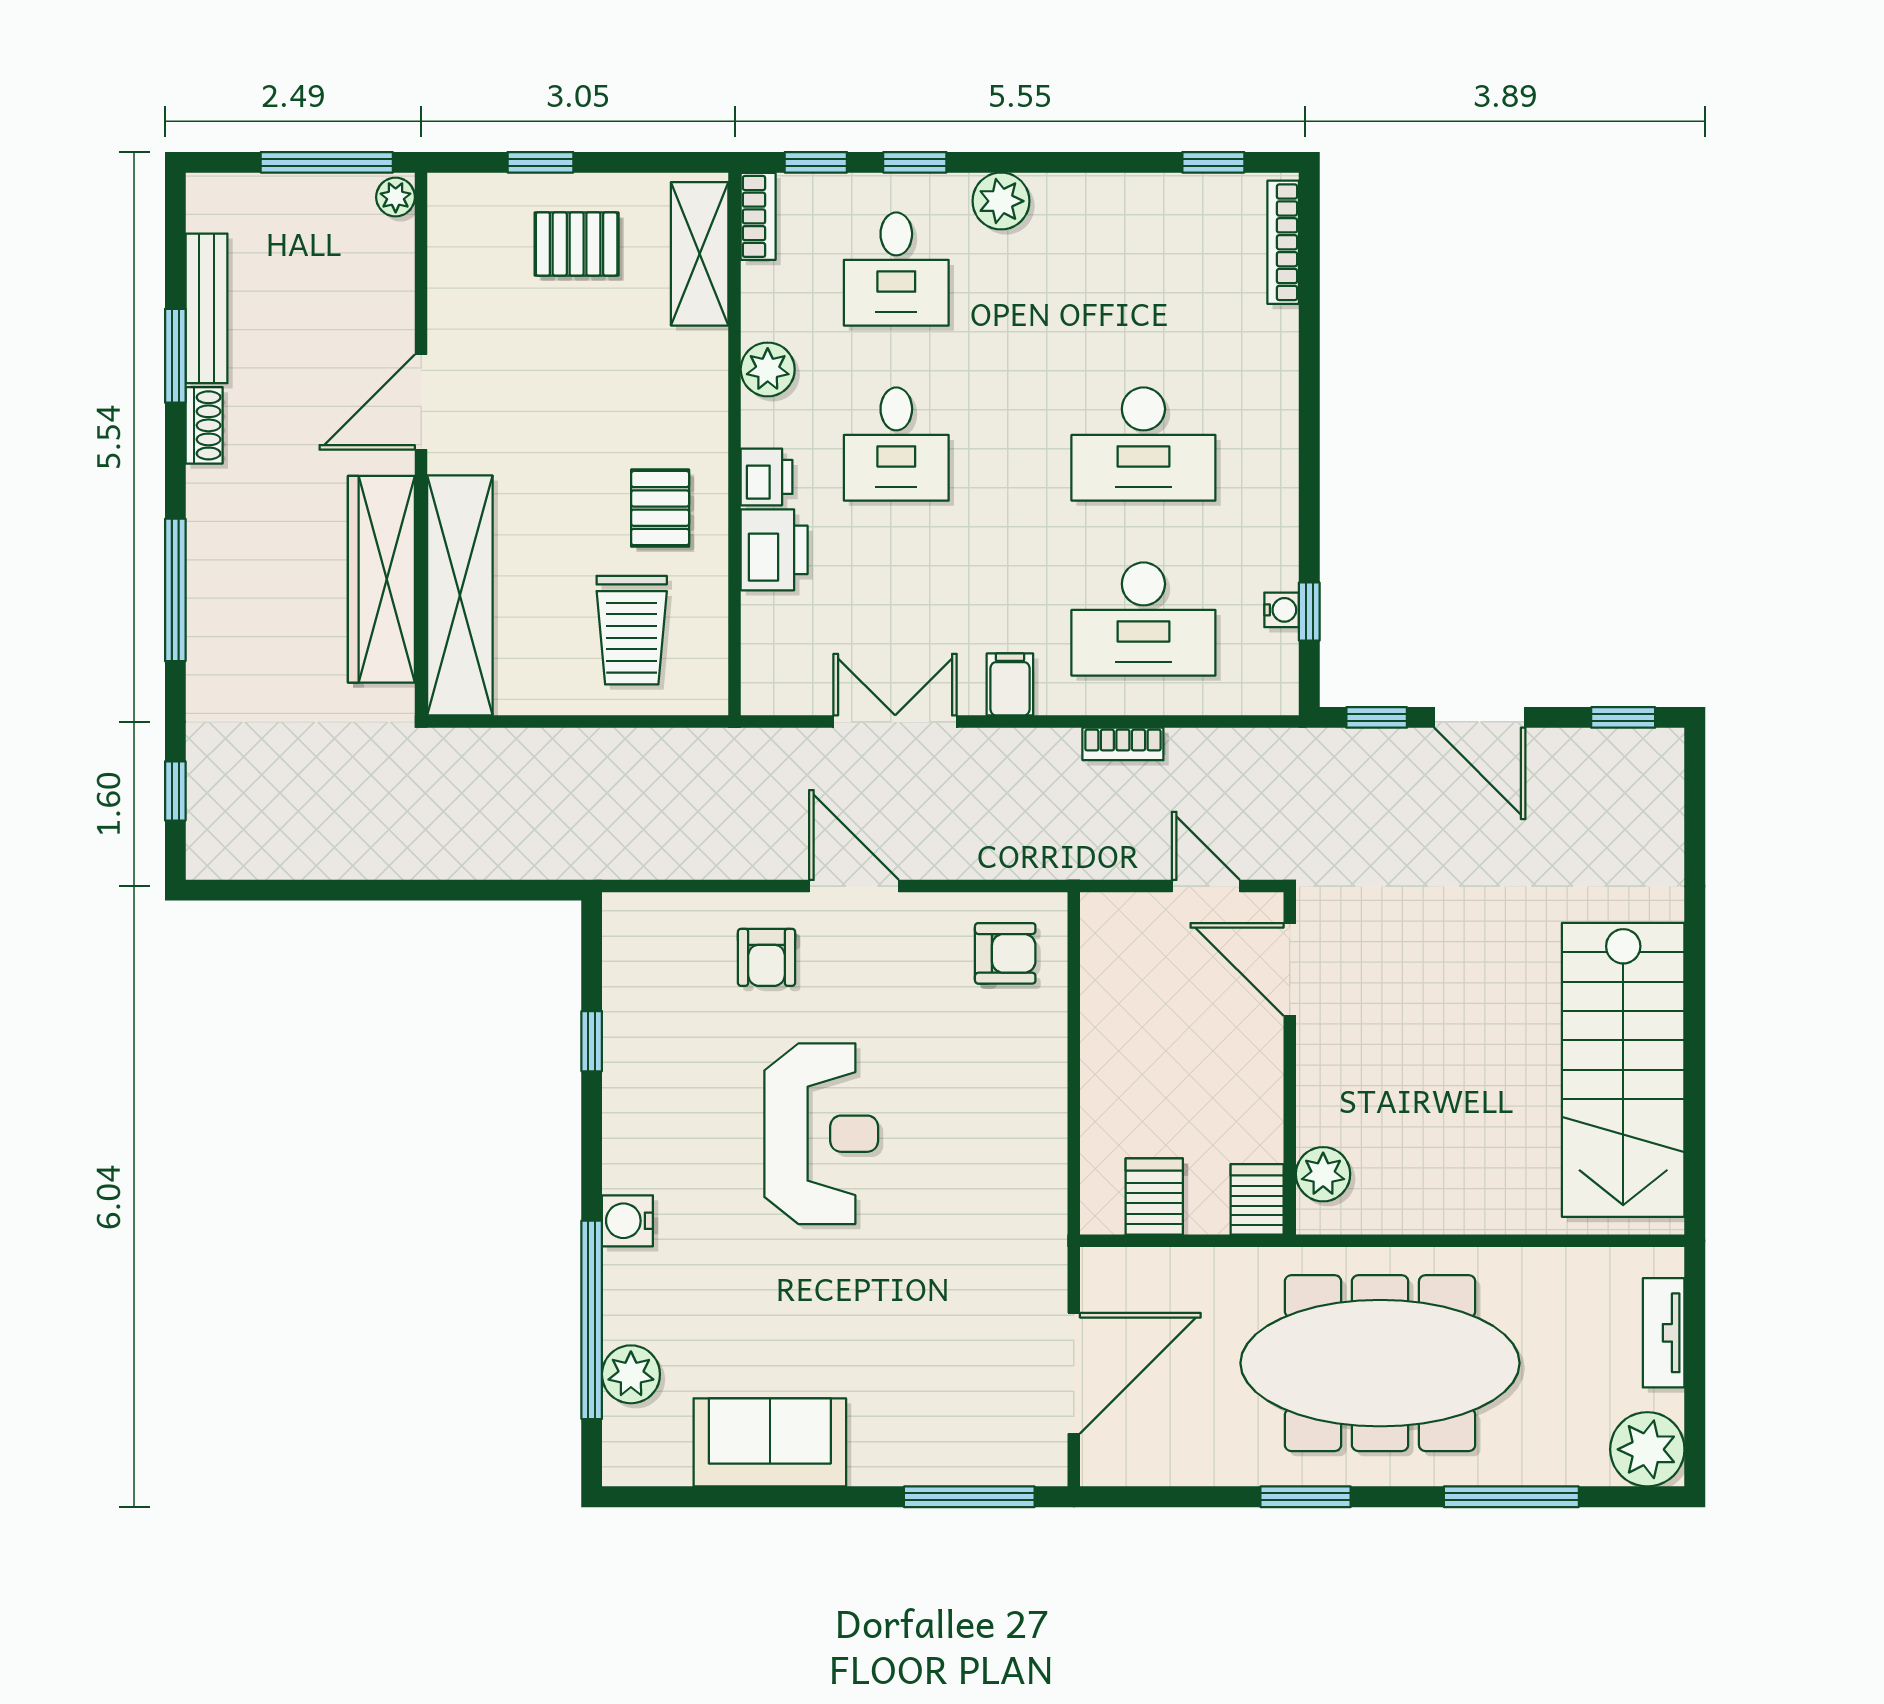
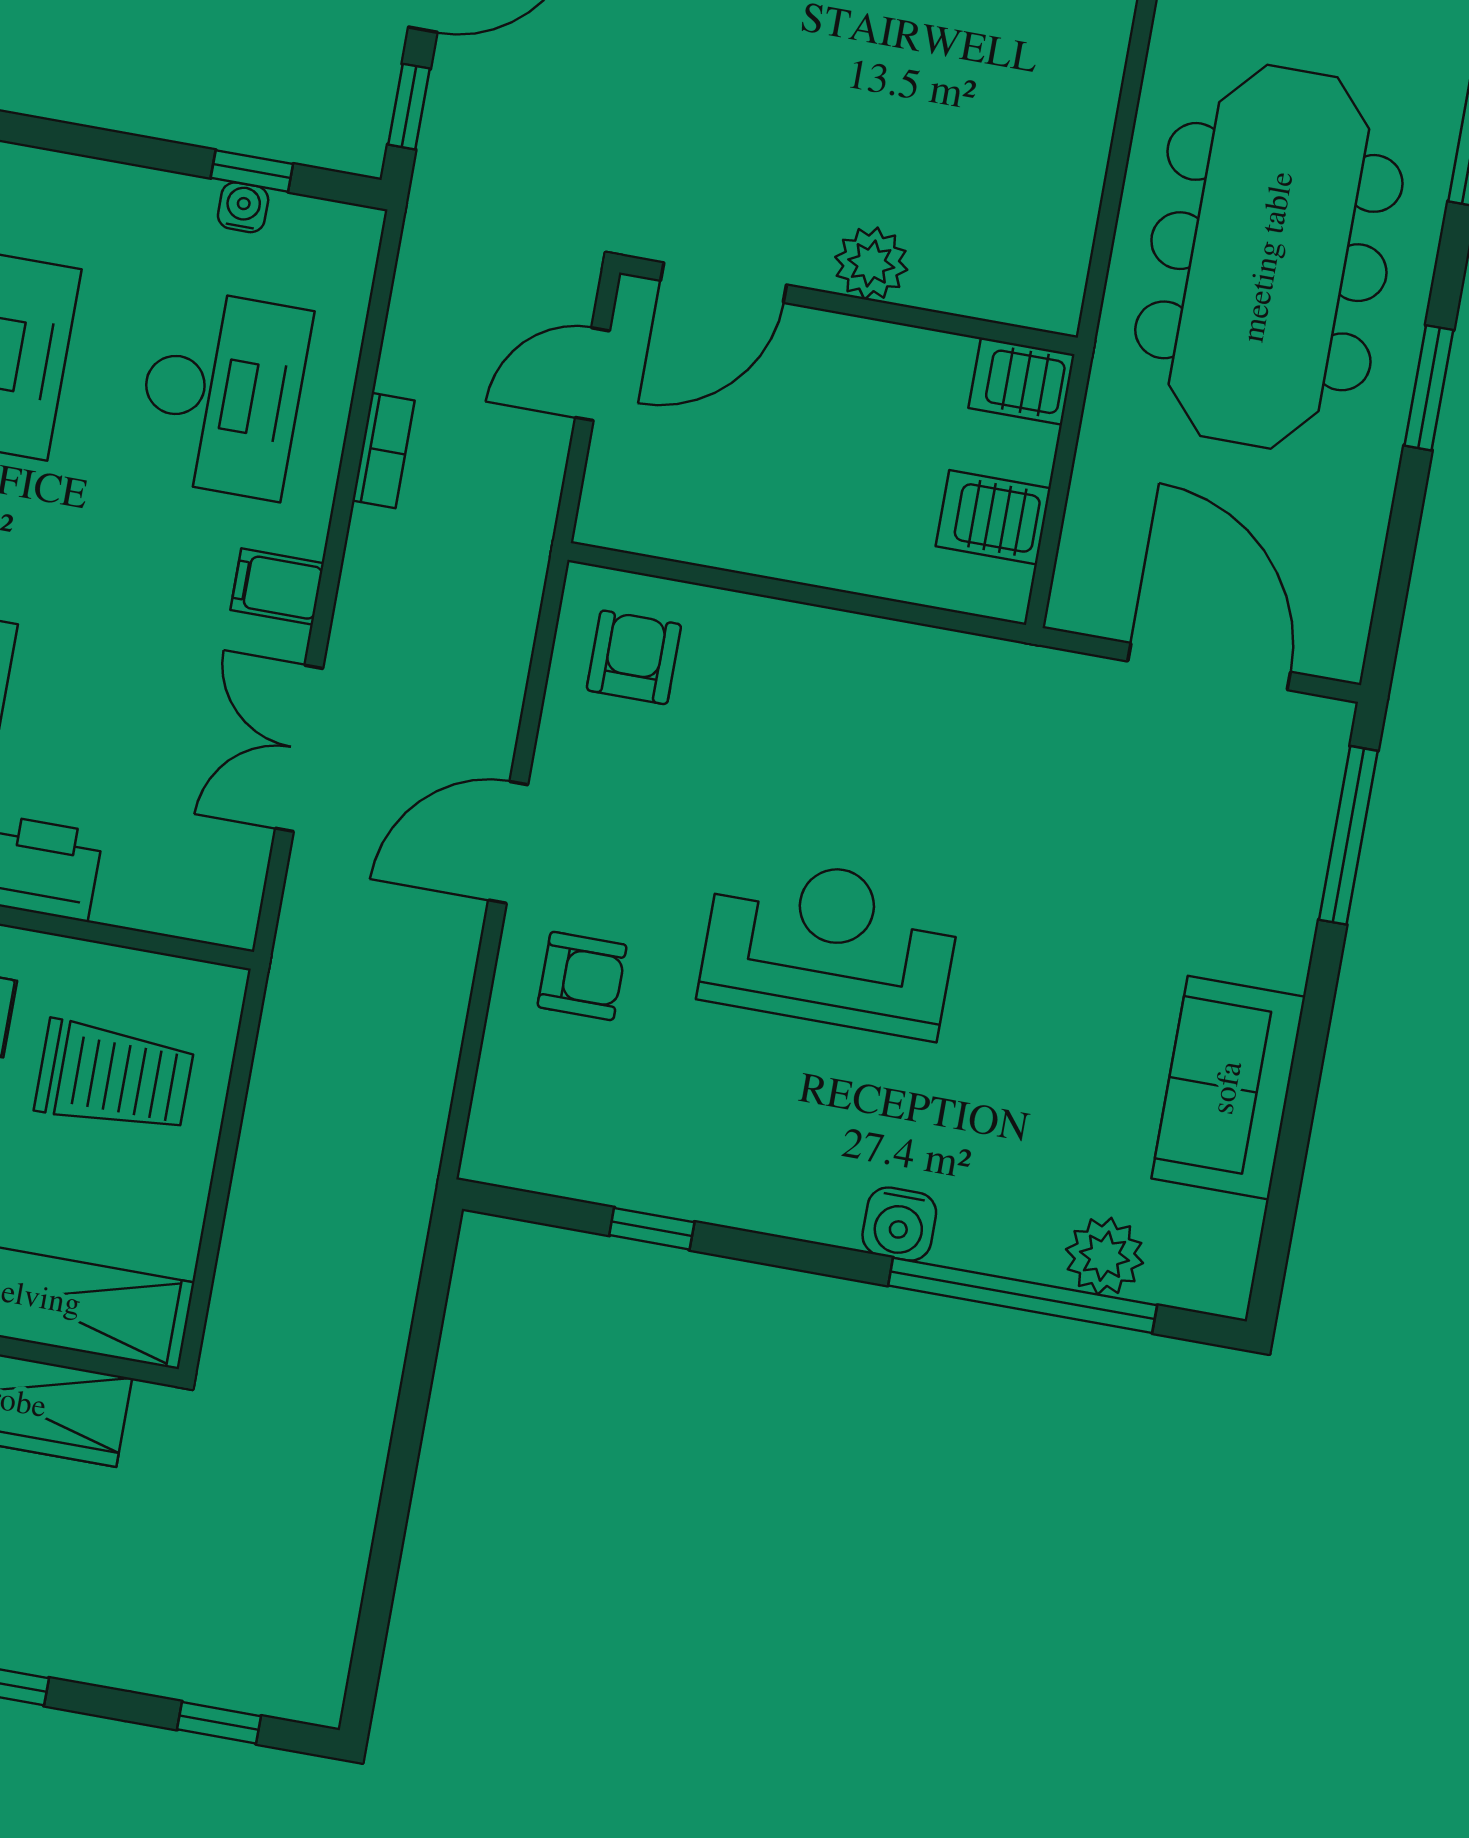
plant: (1323, 1174) -> (871, 263), moved

